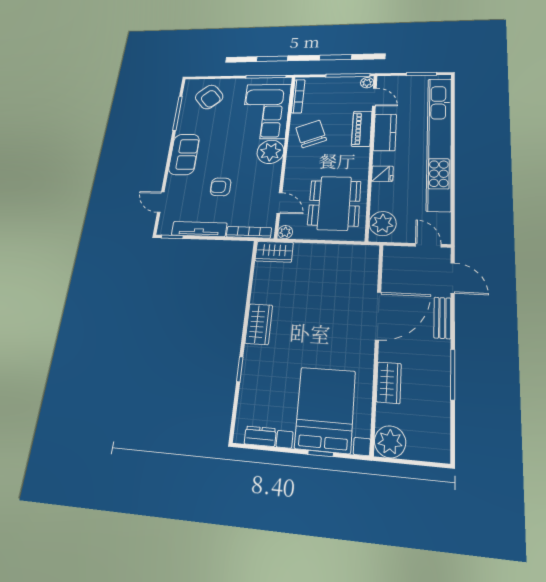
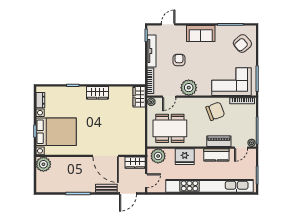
plant: (270, 152) -> (189, 88), moved
fridge: (382, 174) -> (185, 157), width x1.88, depth x1.34
wardrobe: (389, 383) -> (135, 163), moved

